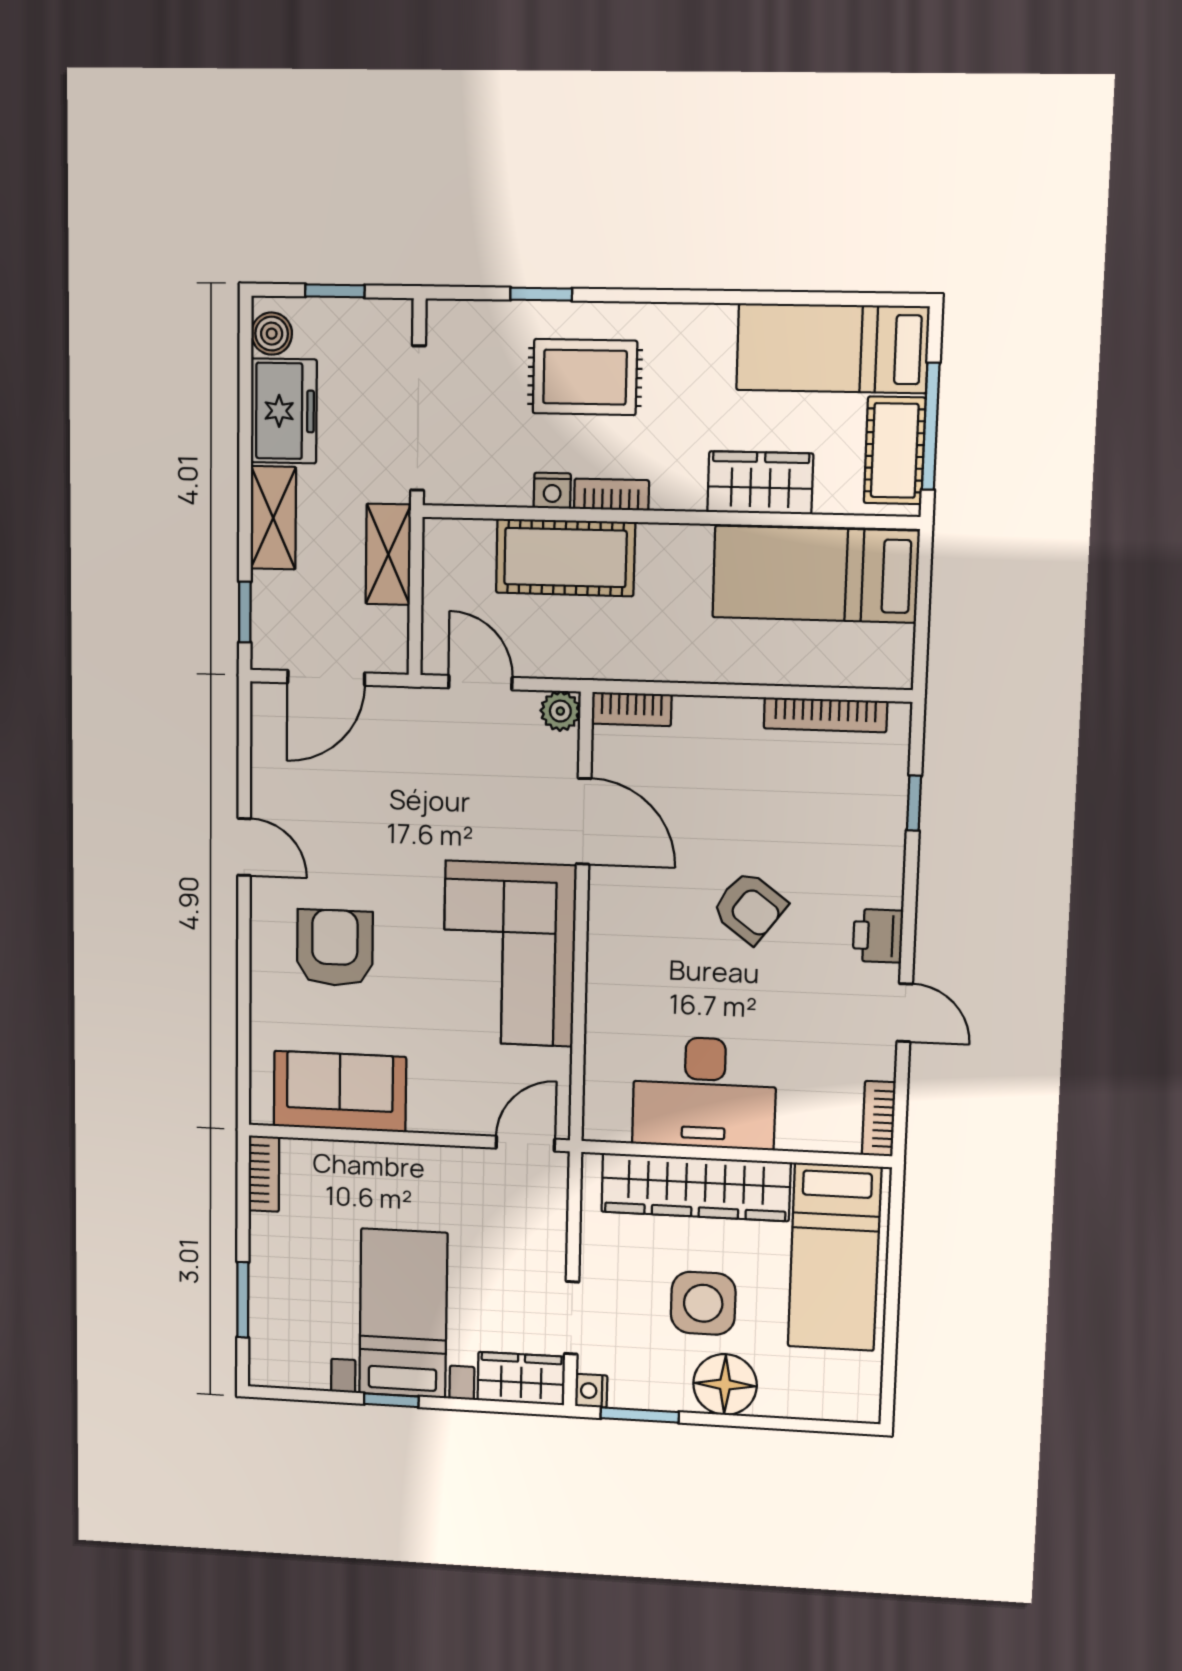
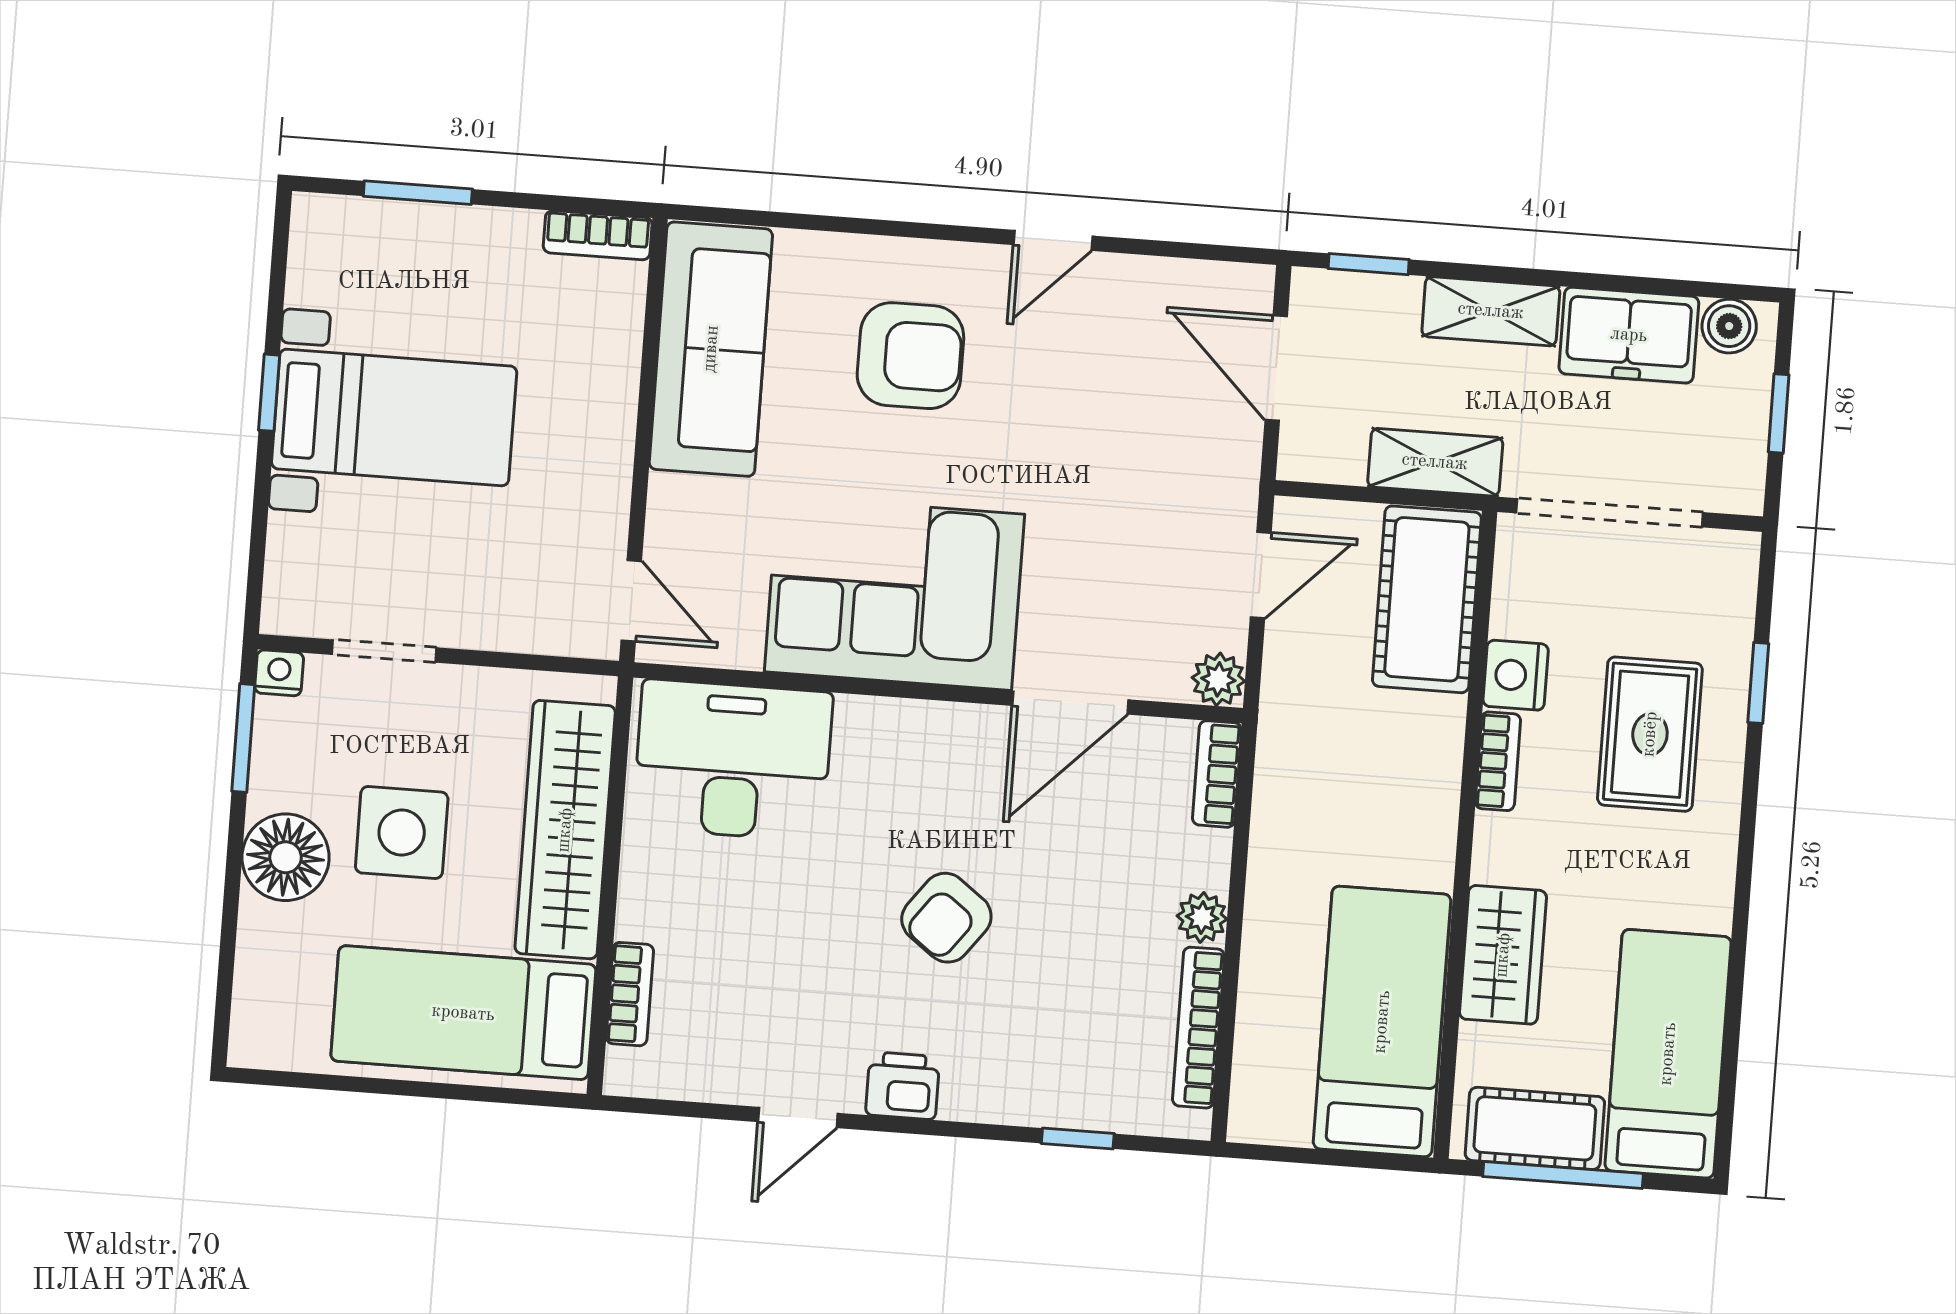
nightstand: (552, 491) -> (1516, 675), width x1.39, depth x1.35
cot: (565, 557) -> (1427, 599), moved
plant: (741, 716) -> (1202, 917), added
sofa: (340, 1092) -> (711, 349), width x1.36
desk: (704, 1093) -> (733, 760), moved, turned 90
bookcase: (879, 1119) -> (630, 994), moved, turned 90
wardrobe: (521, 1378) -> (298, 576), removed

